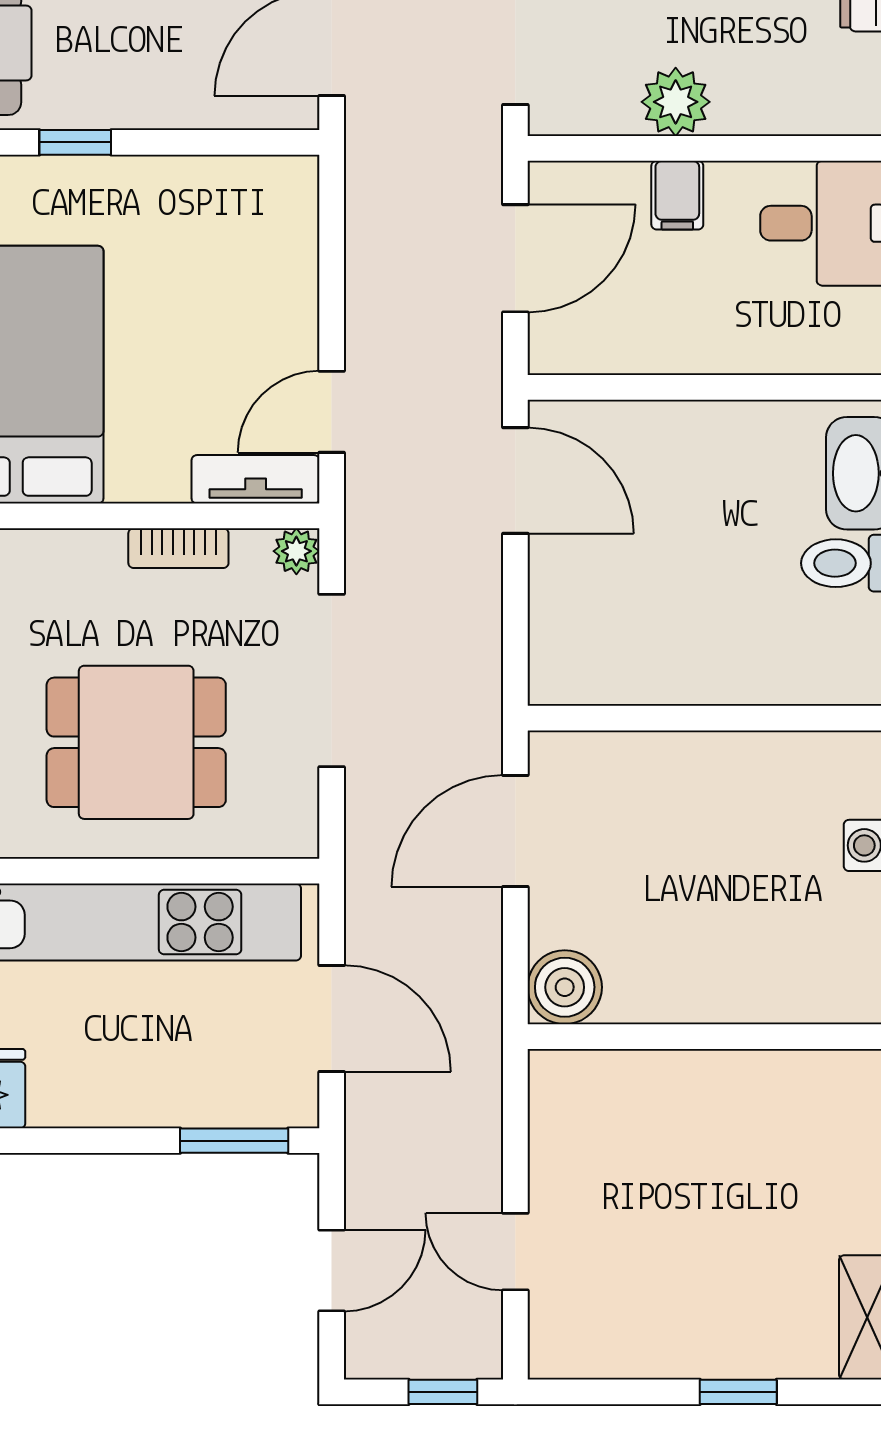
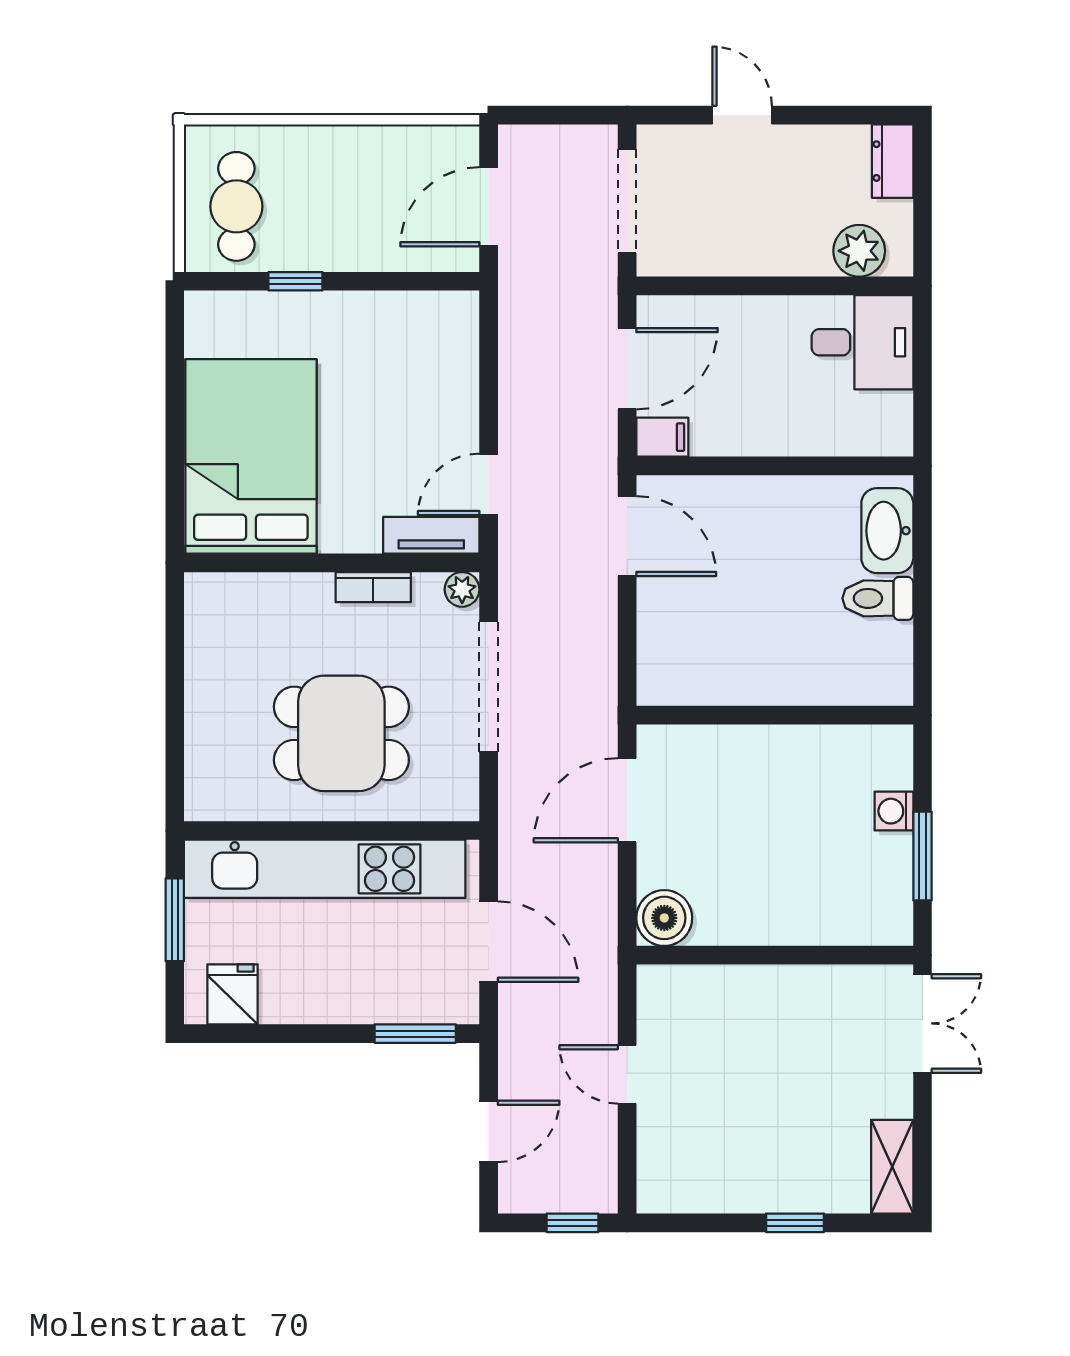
plant: (676, 102) -> (859, 251), moved
filing cabinet: (677, 195) -> (662, 437), moved, turned -90
door: (515, 1252) -> (627, 1074), moved

